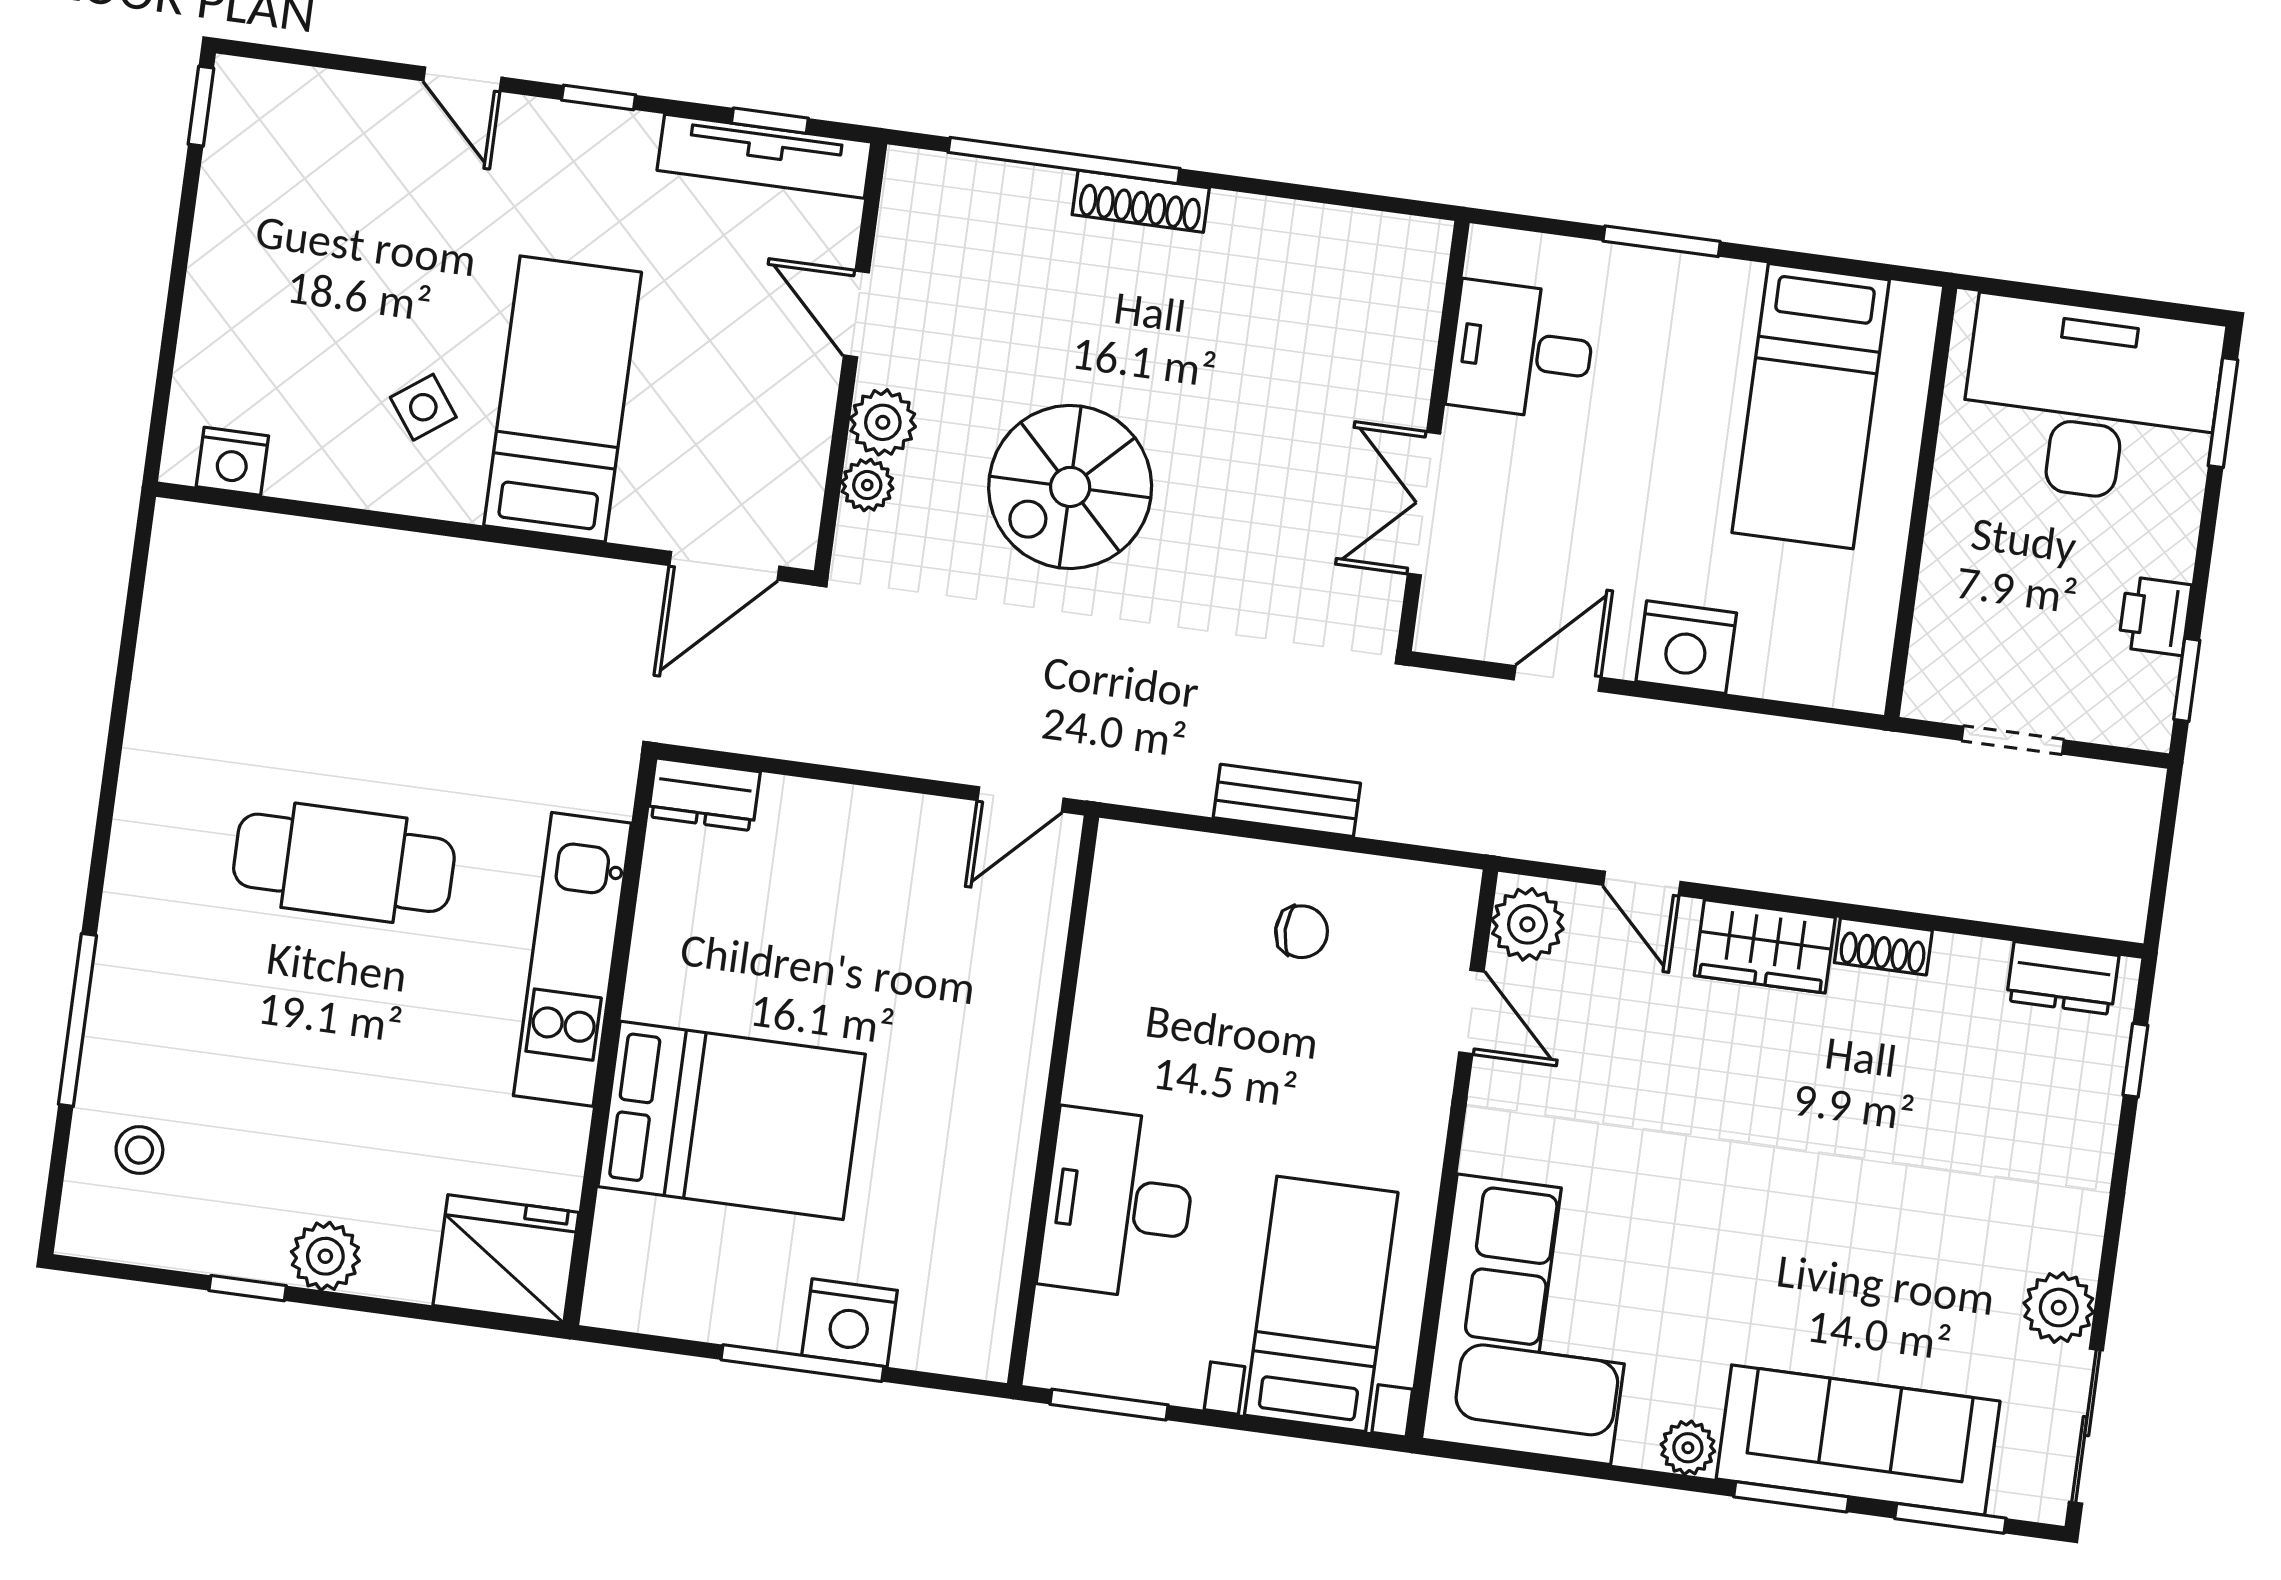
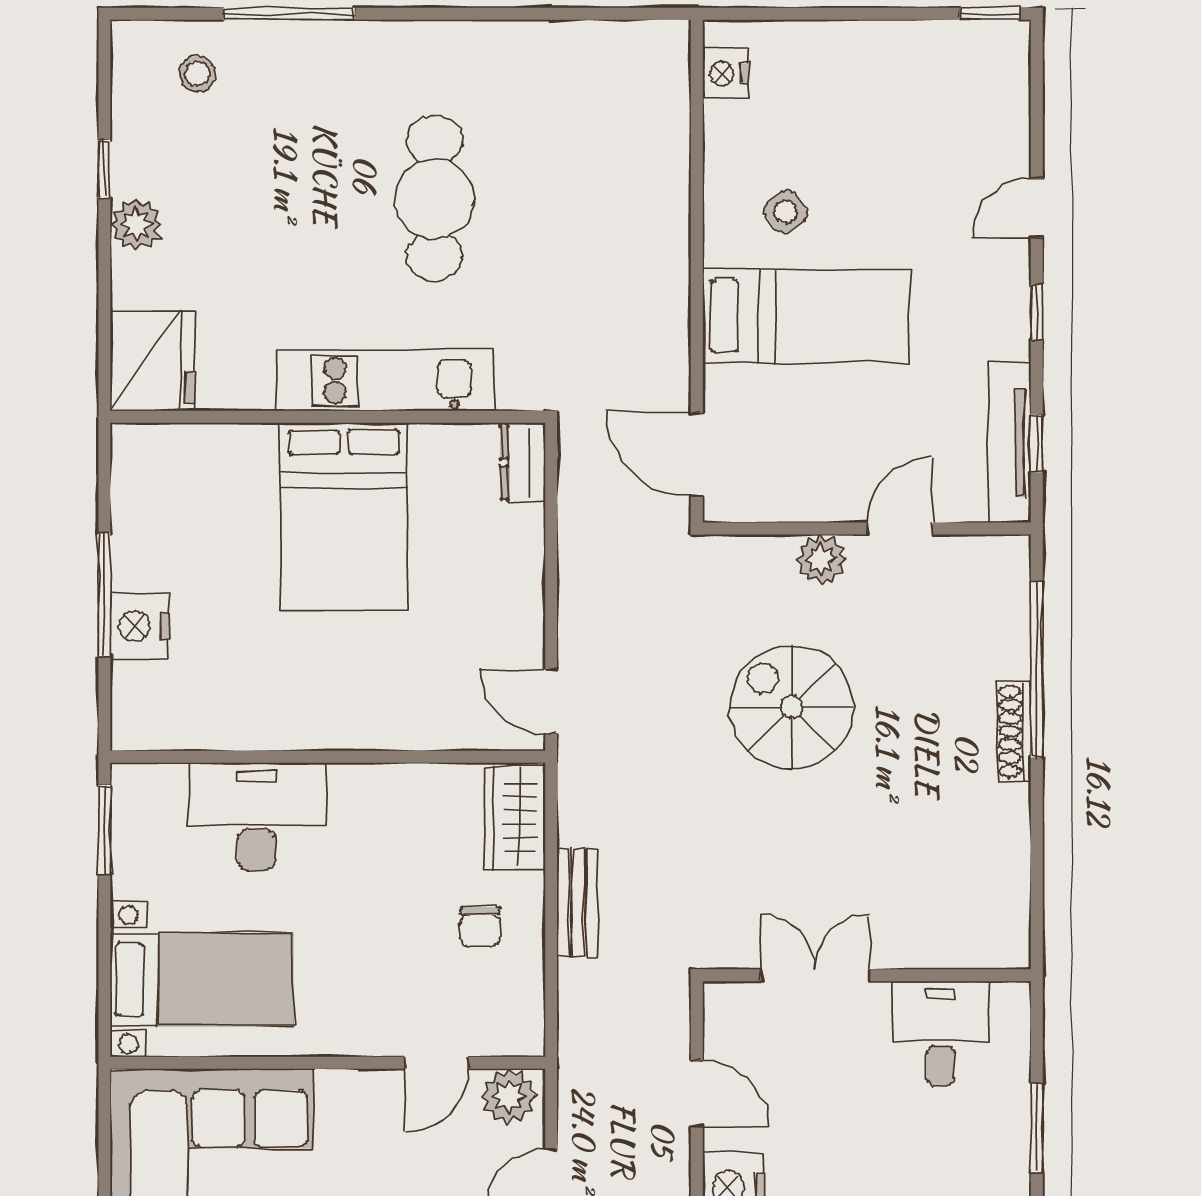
plant: (867, 485) -> (772, 554), removed
wardrobe: (1165, 867) -> (515, 817), added
bed: (732, 1120) -> (344, 517), moved

